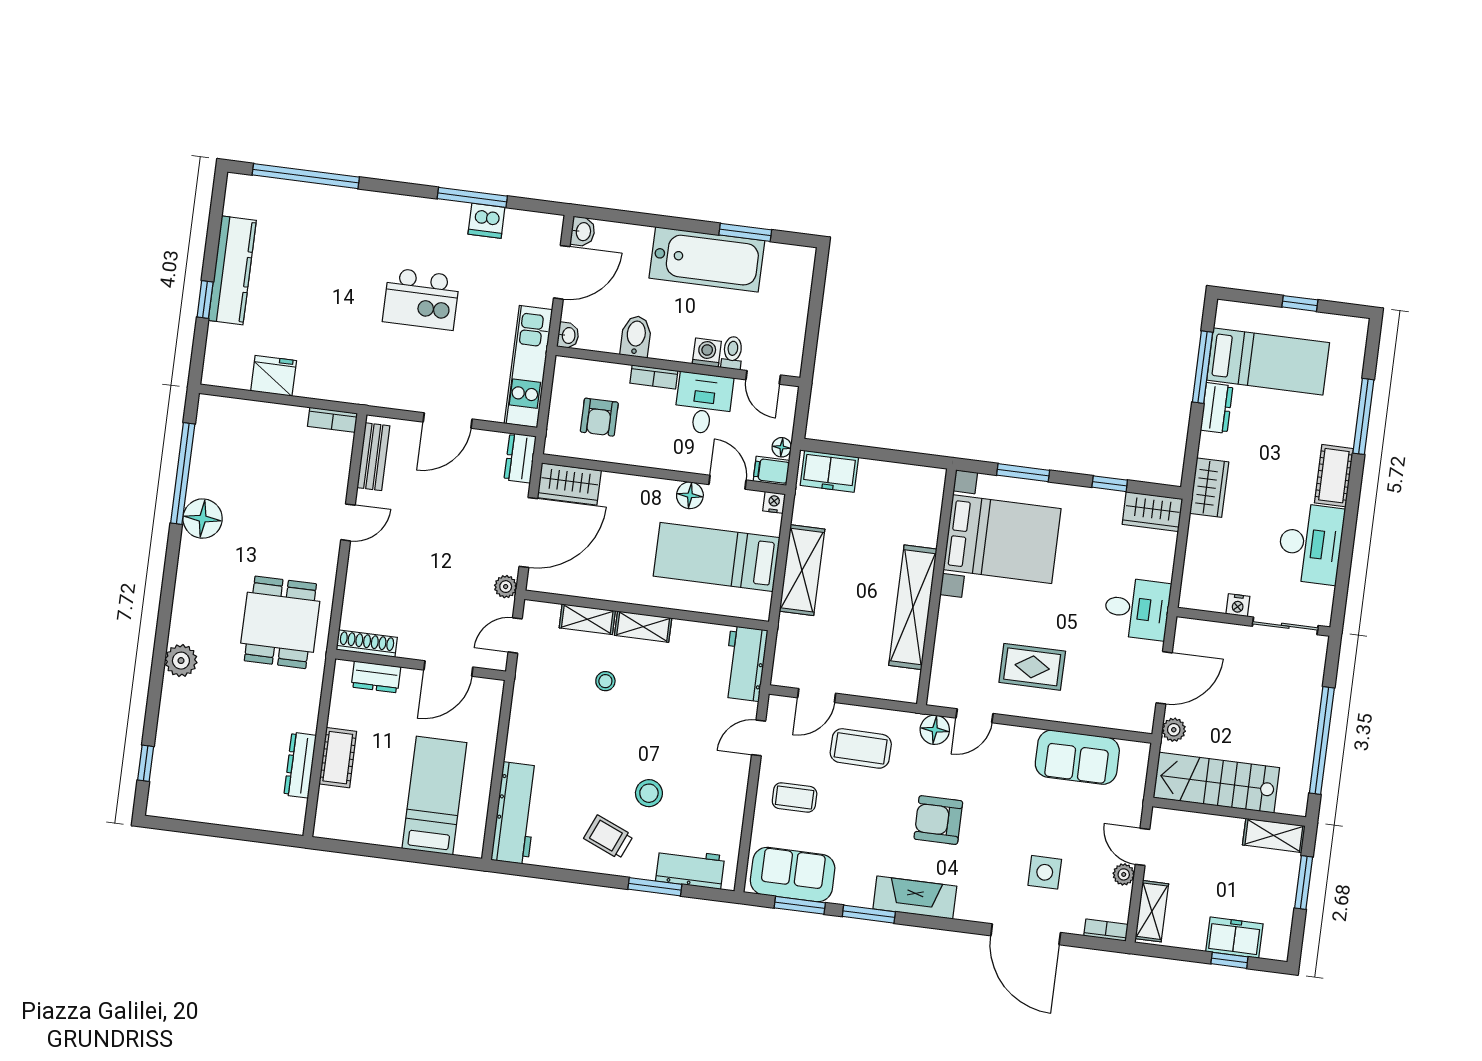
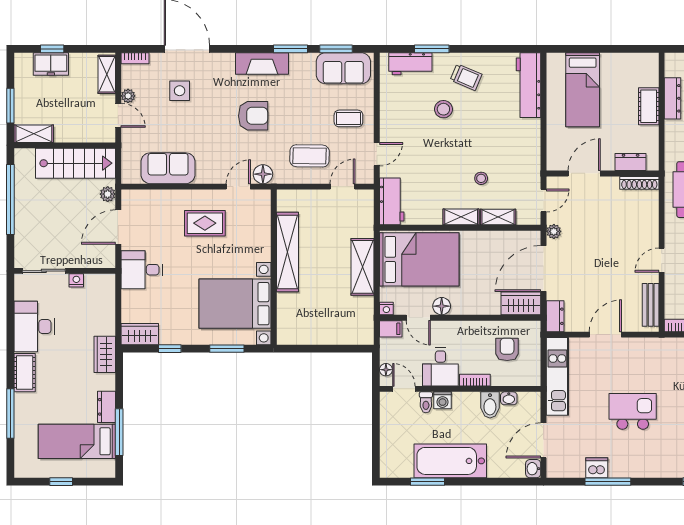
washbasin: (568, 335) -> (509, 398), moved, turned -90
floor lamp: (782, 447) -> (386, 370), moved
freezer: (829, 471) -> (353, 333), removed
bed: (717, 557) -> (419, 259), width x1.50

